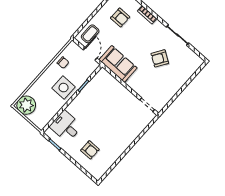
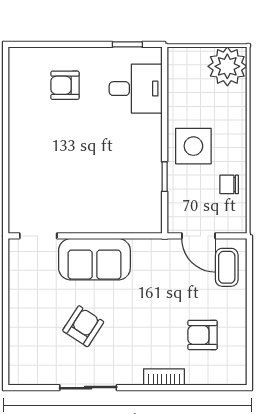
sofa: (118, 64) -> (94, 259), moved

